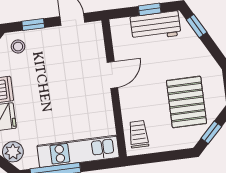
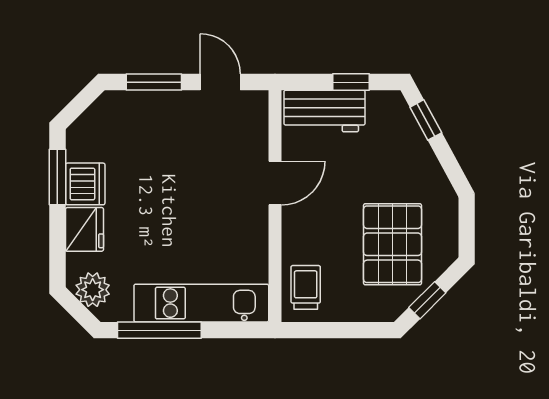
window: (33, 24) -> (154, 82), width x1.50
workbench: (156, 26) -> (324, 111), moved
stool: (18, 47) -> (124, 115), removed

